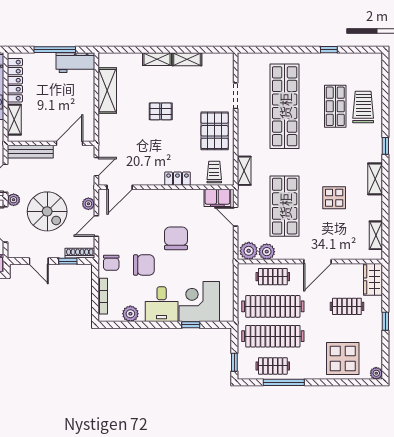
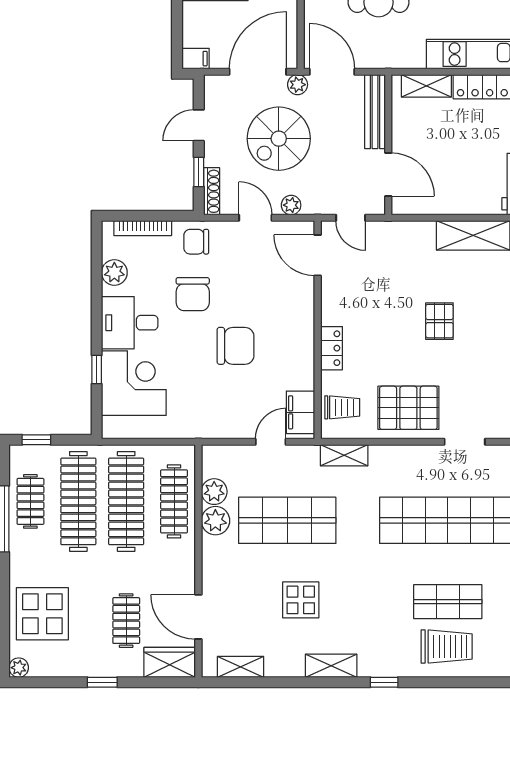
plant: (249, 251) -> (215, 521), moved
door: (317, 261) -> (198, 617), moved
clothes rail: (273, 277) -> (174, 501), width x1.36

